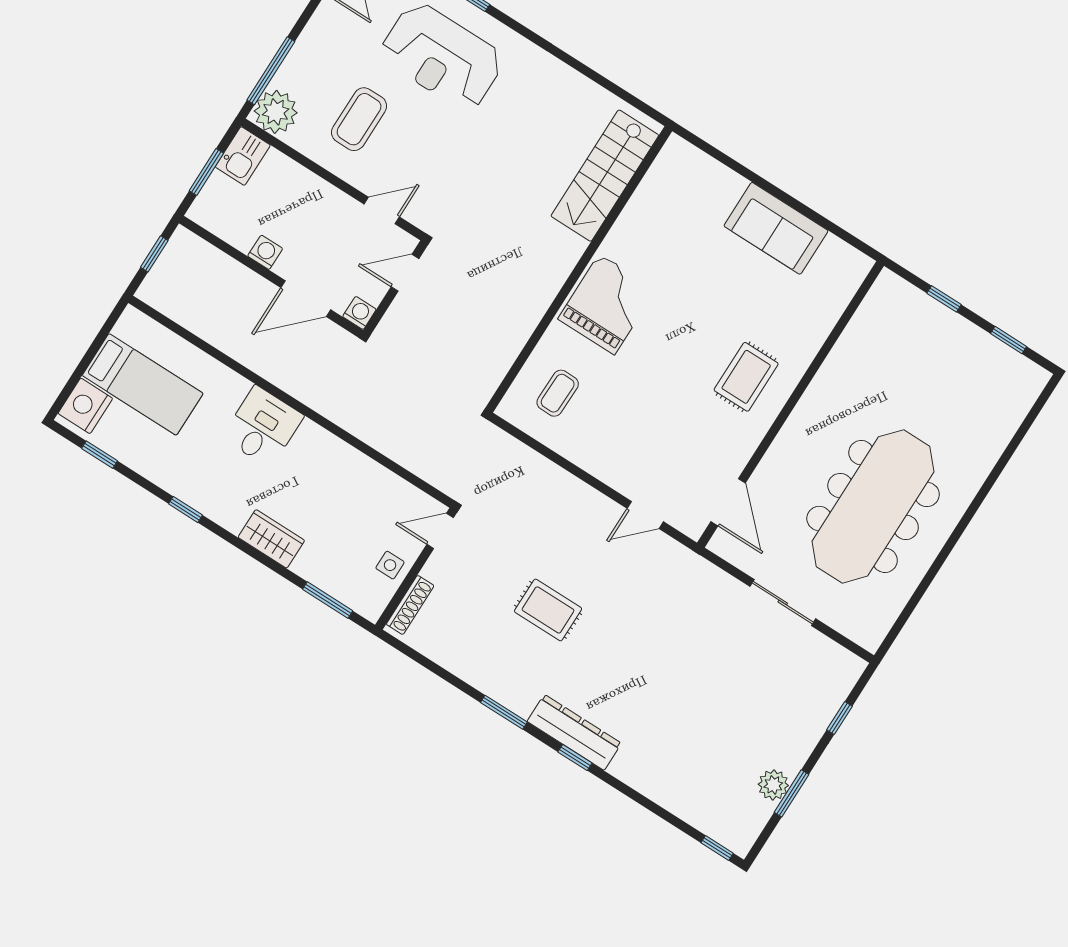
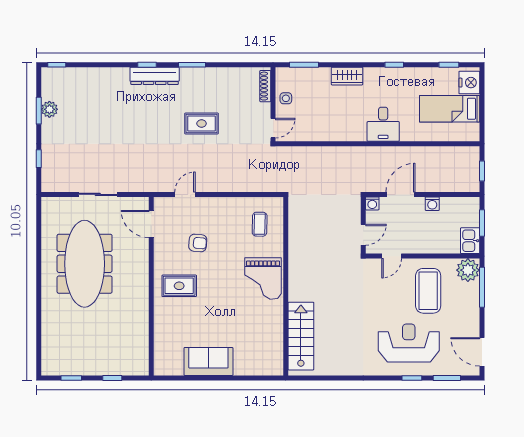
coffee table: (359, 119) -> (428, 291), width x1.36, depth x1.32
rug: (746, 377) -> (179, 286), turned 90
armchair: (674, 426) -> (198, 243), added

